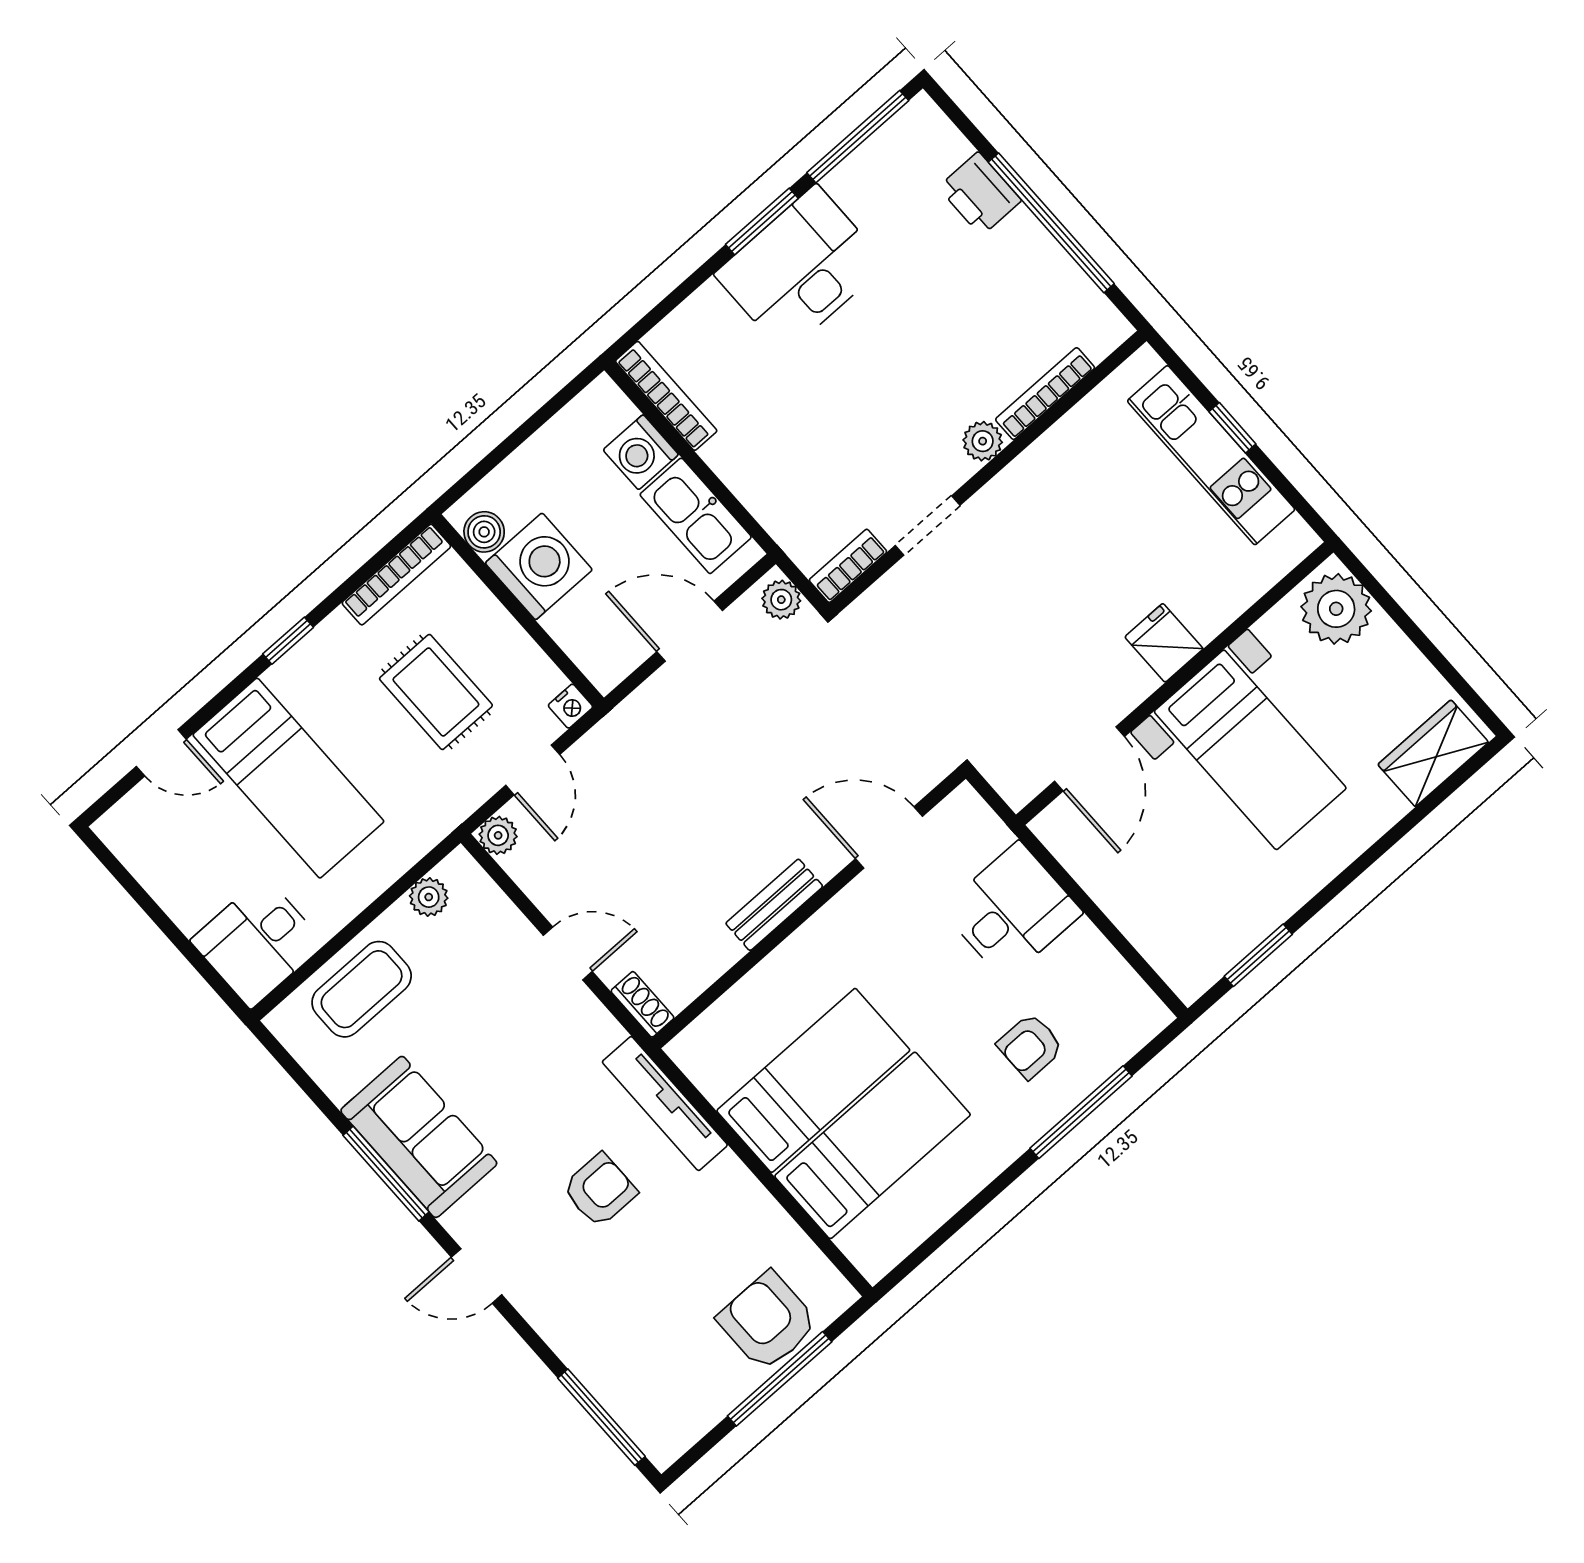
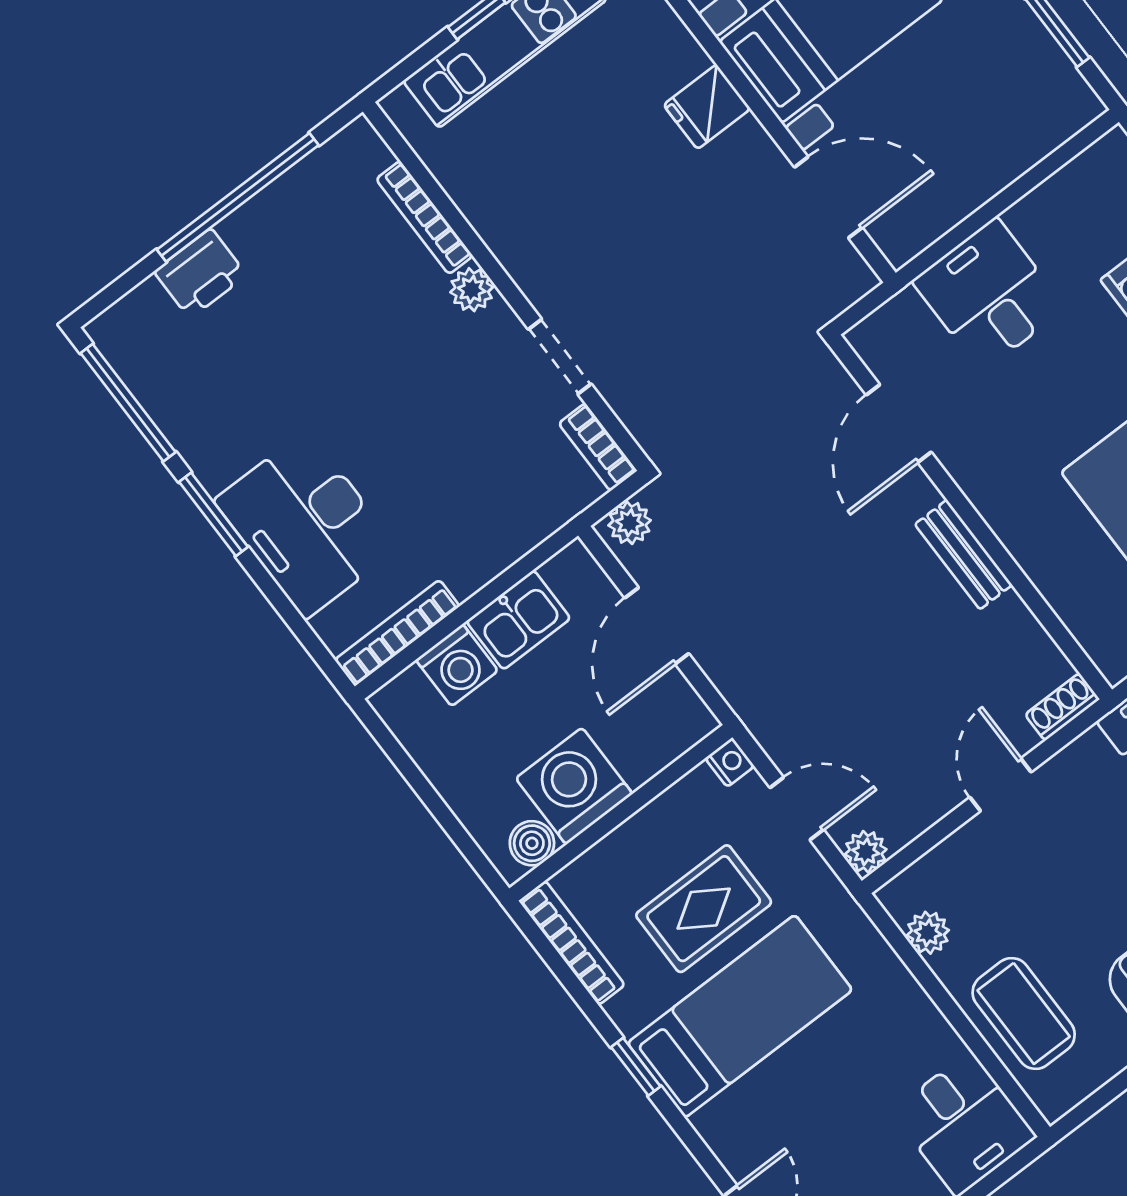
desk: (801, 269) -> (306, 524), moved
kitchen sink: (696, 516) -> (518, 620), width x0.73
bed: (288, 778) -> (740, 1016), moved

